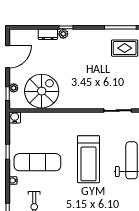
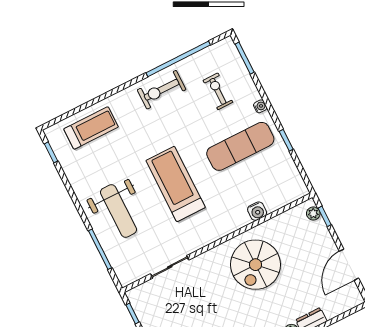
plant: (14, 88) -> (313, 213), moved
spiral stairs: (42, 91) -> (256, 265), moved
water cooler: (15, 118) -> (257, 211), moved

